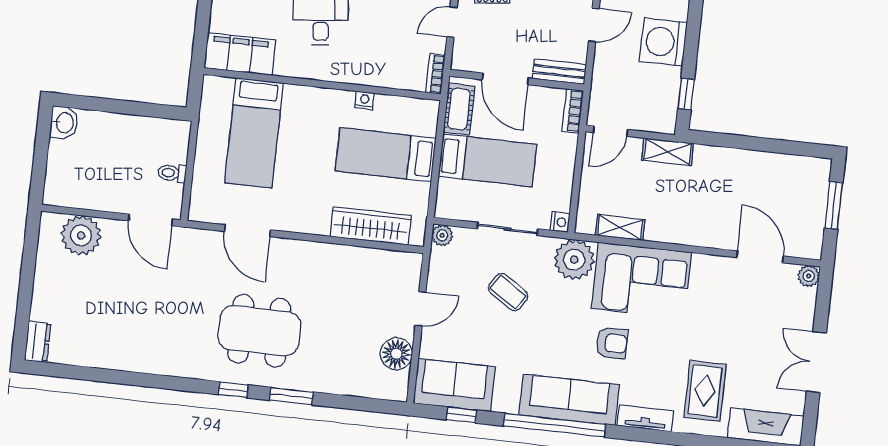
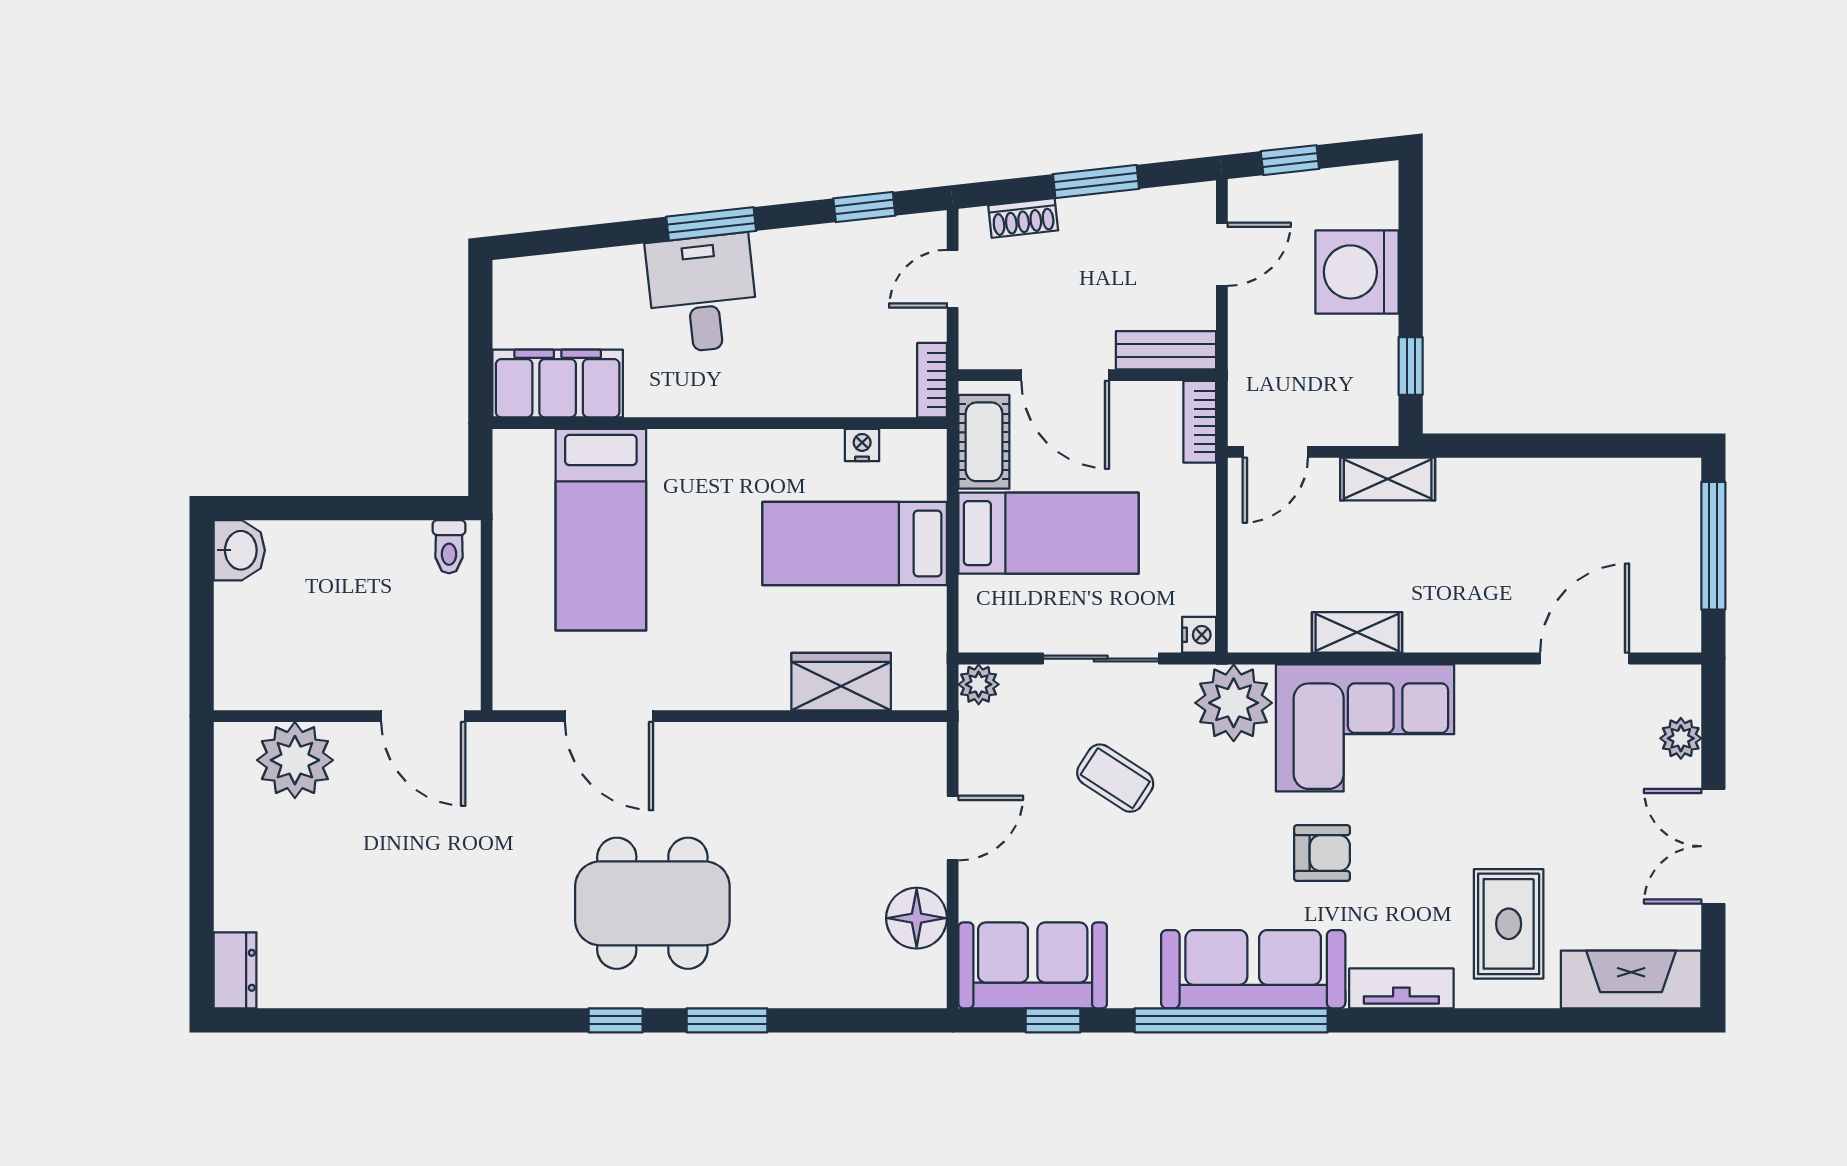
nightstand: (365, 100) -> (862, 445), moved
toilet: (172, 173) -> (449, 547), moved, turned -90
window: (834, 205) -> (1713, 546), width x1.44
wardrobe: (371, 226) -> (841, 682), width x0.67
shelving: (620, 228) -> (1357, 632), moved
door: (760, 257) -> (1585, 659), hinge flipped
plant: (809, 276) -> (1681, 738), moved

